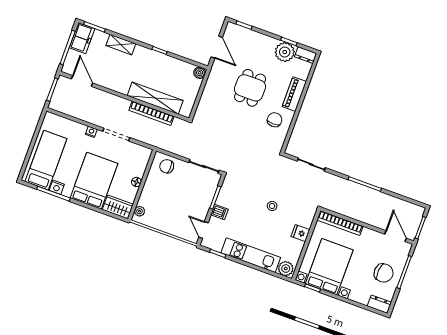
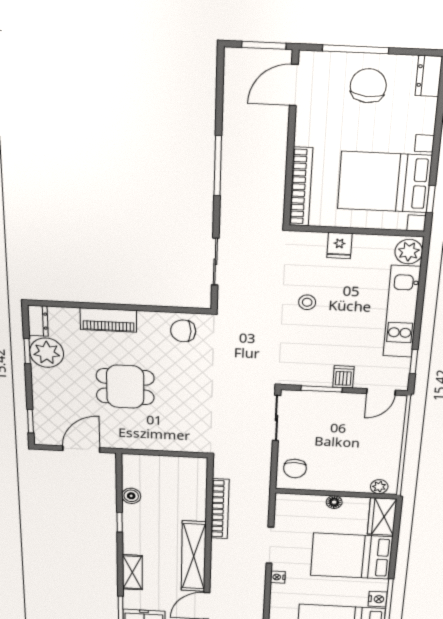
boiler: (200, 73) -> (131, 496), moved
shelving: (155, 98) -> (194, 556), moved
chair: (275, 120) -> (183, 331), moved

